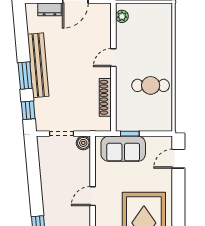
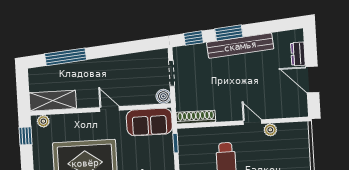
plant: (122, 16) -> (270, 130), moved
shoe rack: (105, 97) -> (196, 117), moved
sofa: (123, 149) -> (149, 122), moved, turned -90

